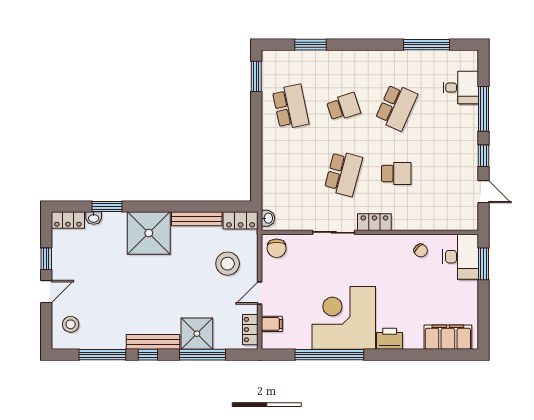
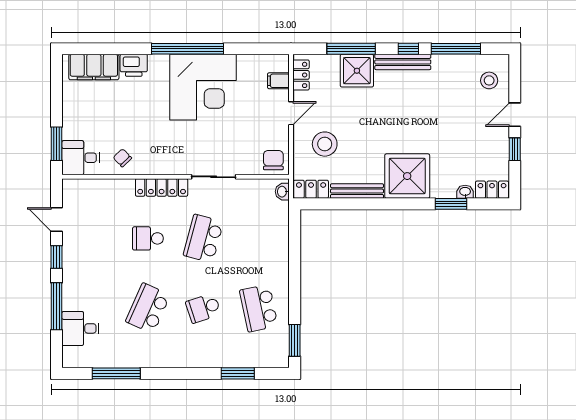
locker: (374, 222) -> (162, 187), width x1.53
desk: (461, 257) -> (81, 158), width x0.73
printer: (390, 339) -> (134, 65), moved
window: (329, 355) -> (187, 49), moved

